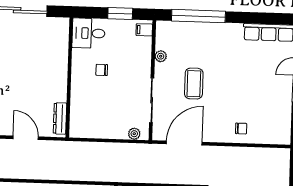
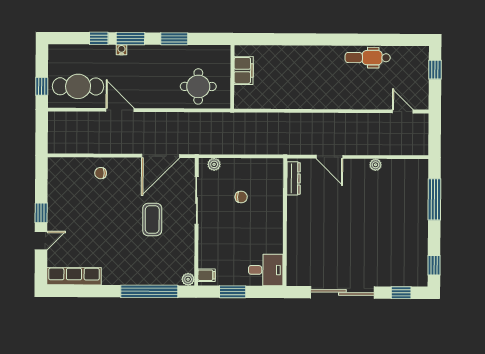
plant: (161, 56) -> (188, 279), moved
chair: (102, 70) -> (241, 197), moved

